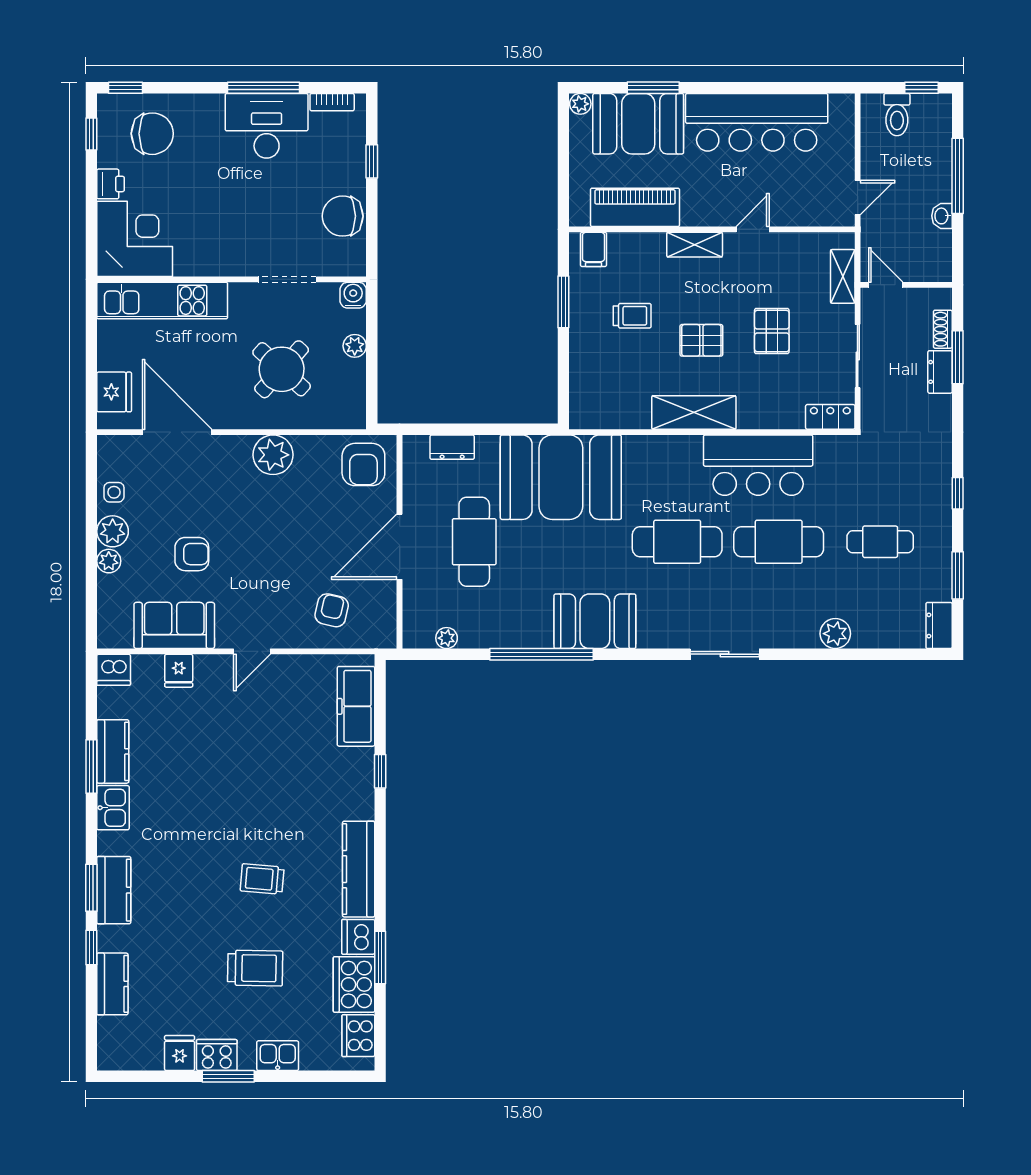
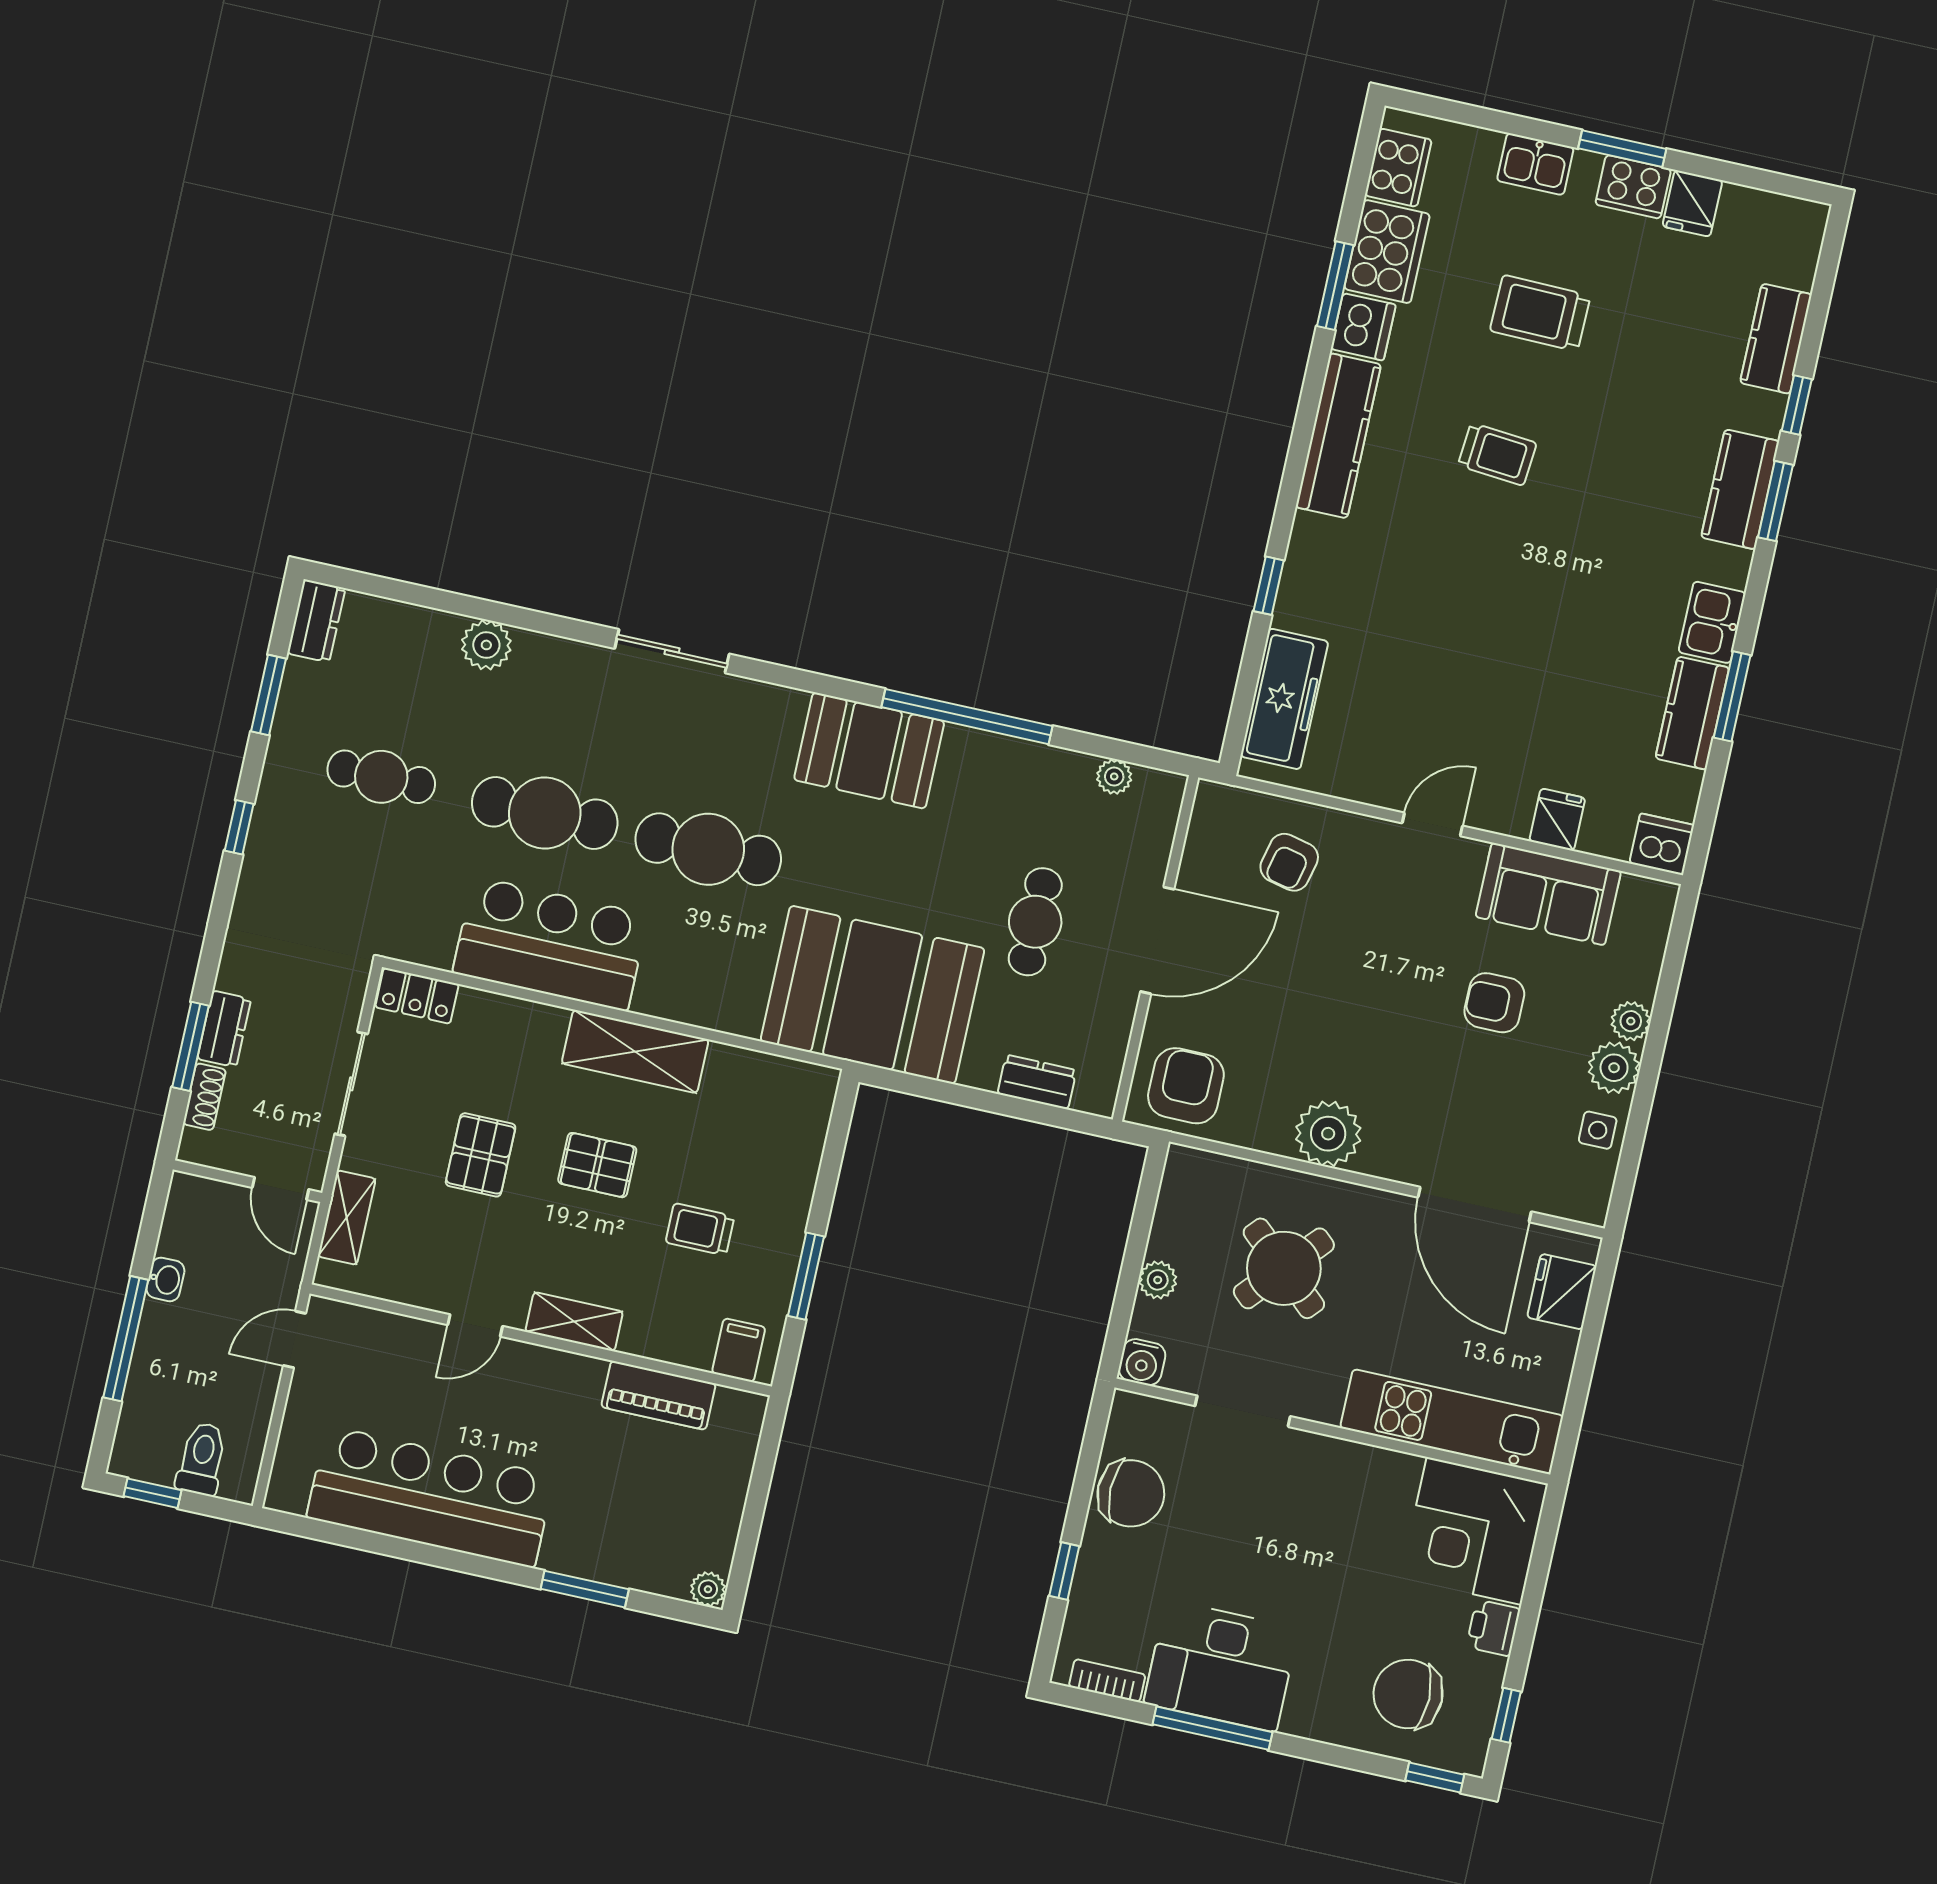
booth: (638, 124) -> (622, 1537), removed
piano: (635, 207) -> (658, 1395), width x0.73, depth x0.75
cafe table: (474, 542) -> (1035, 922), width x0.73, depth x0.74

